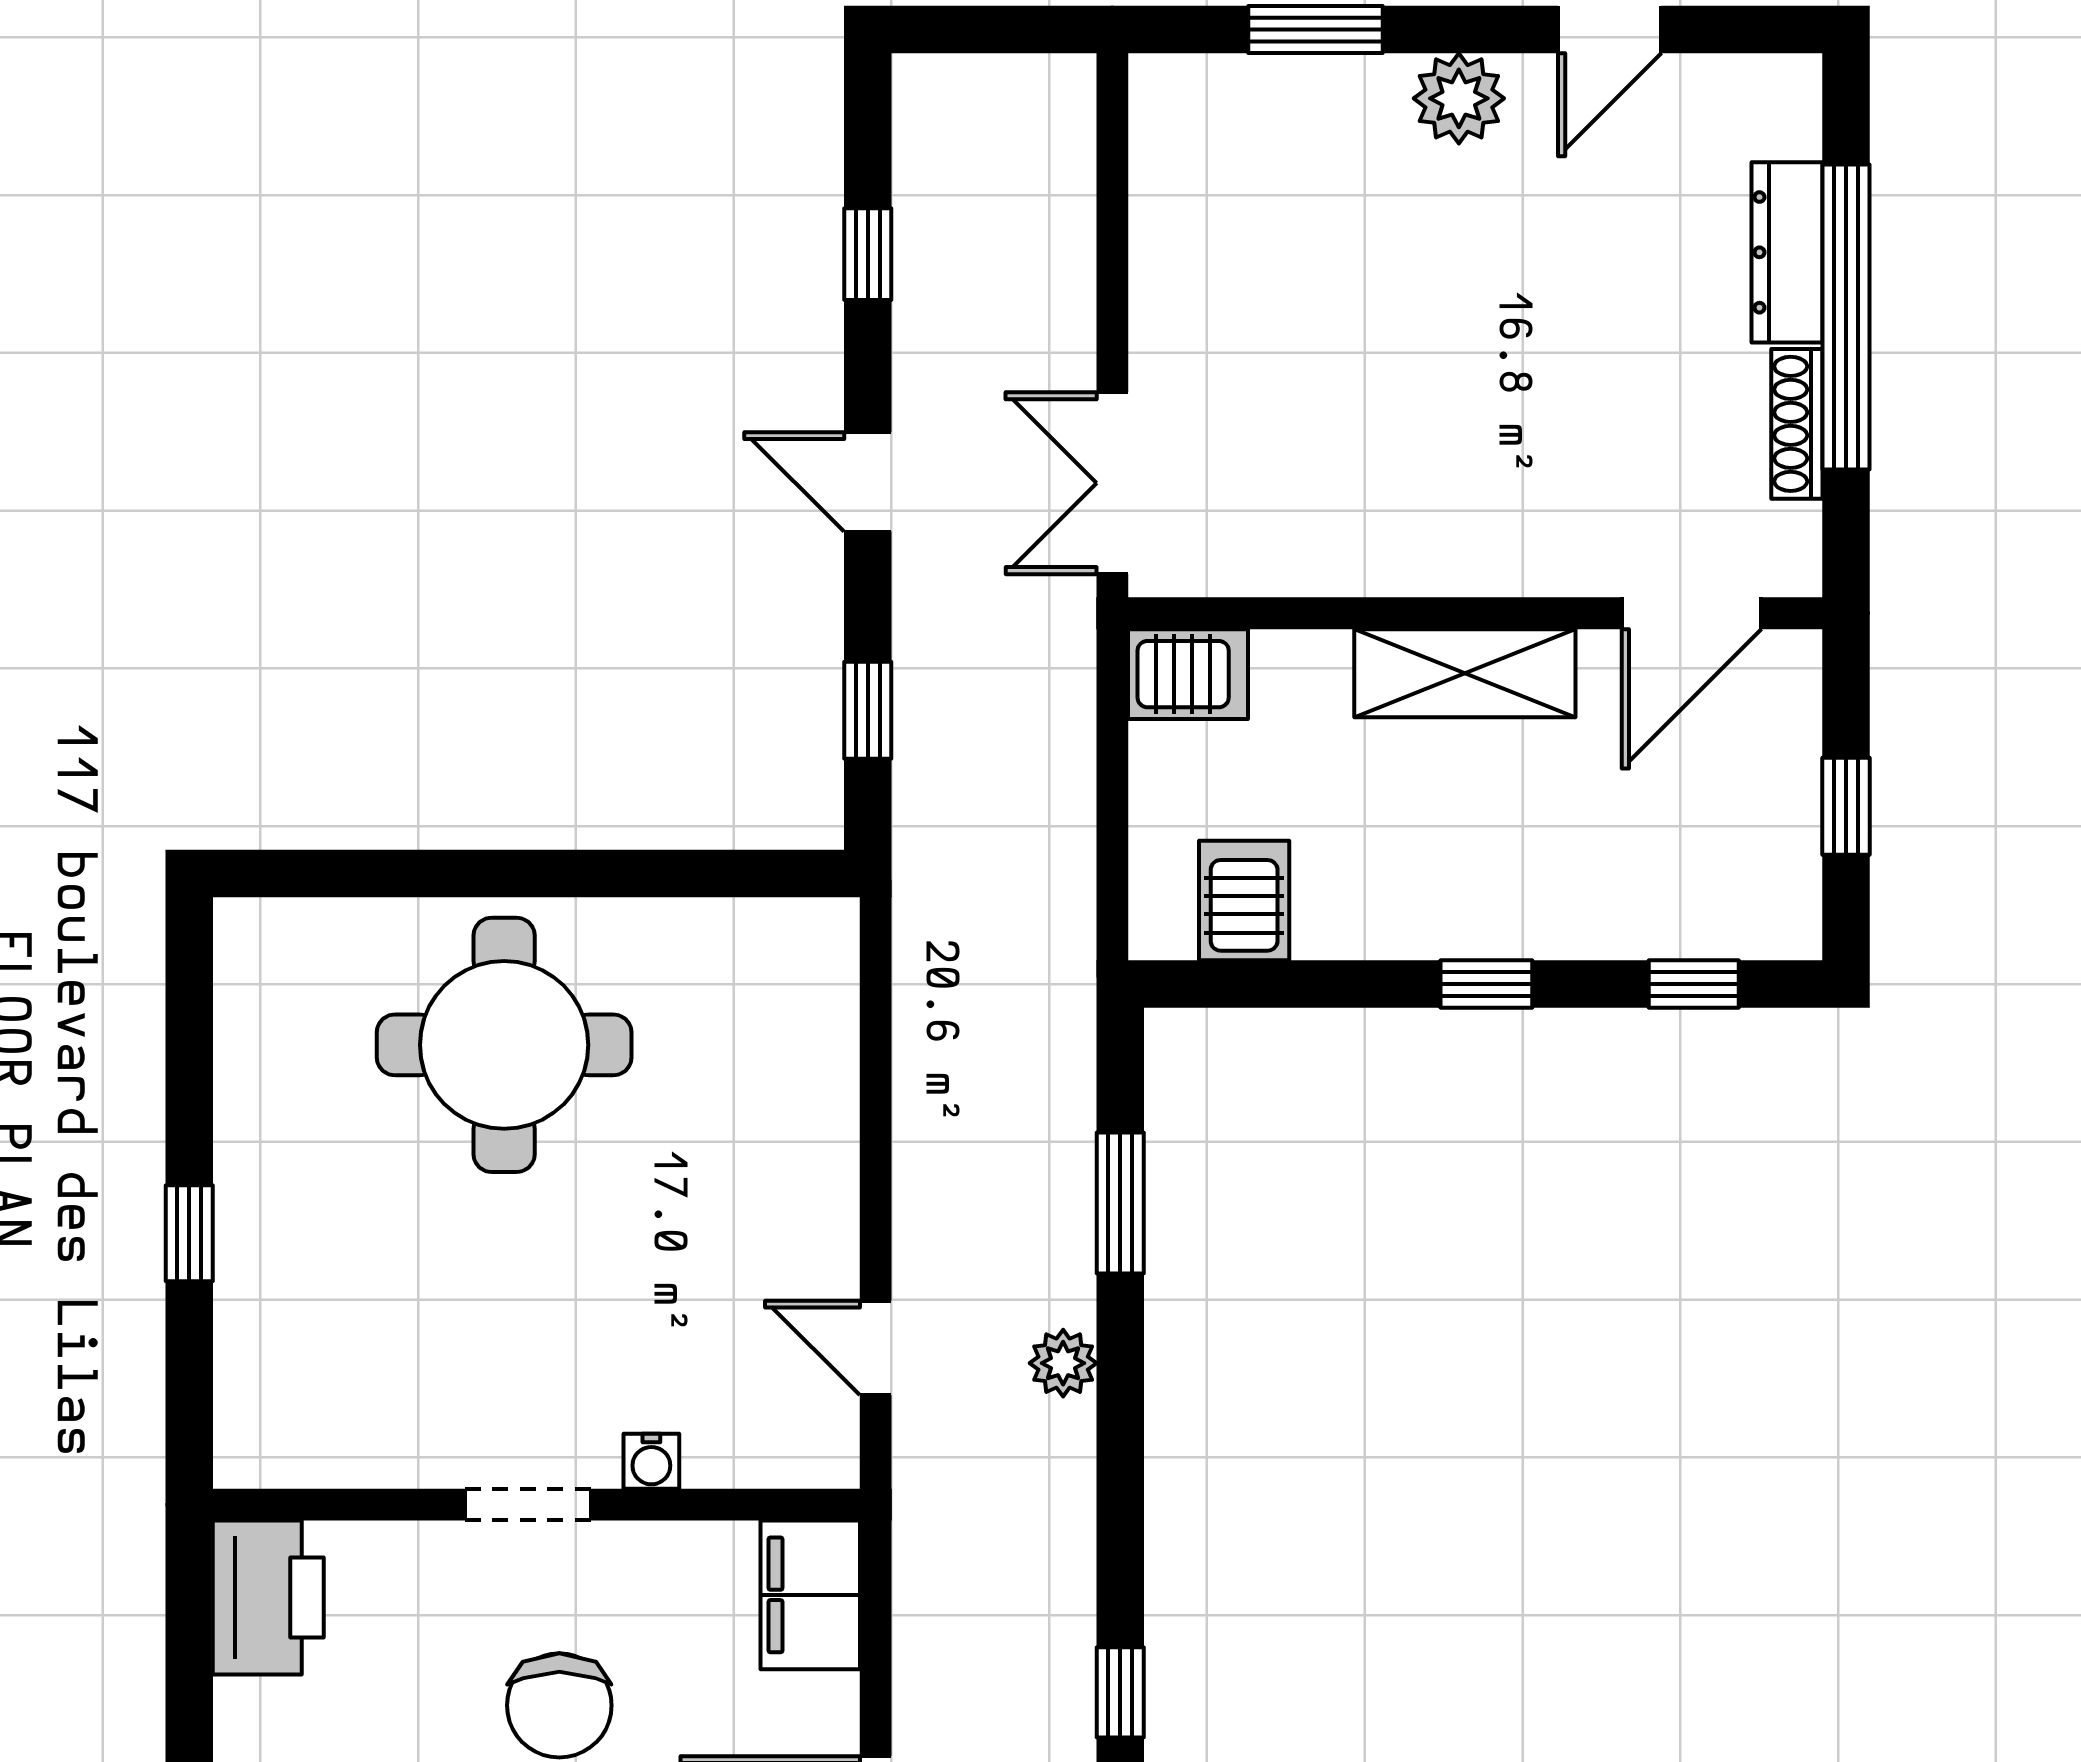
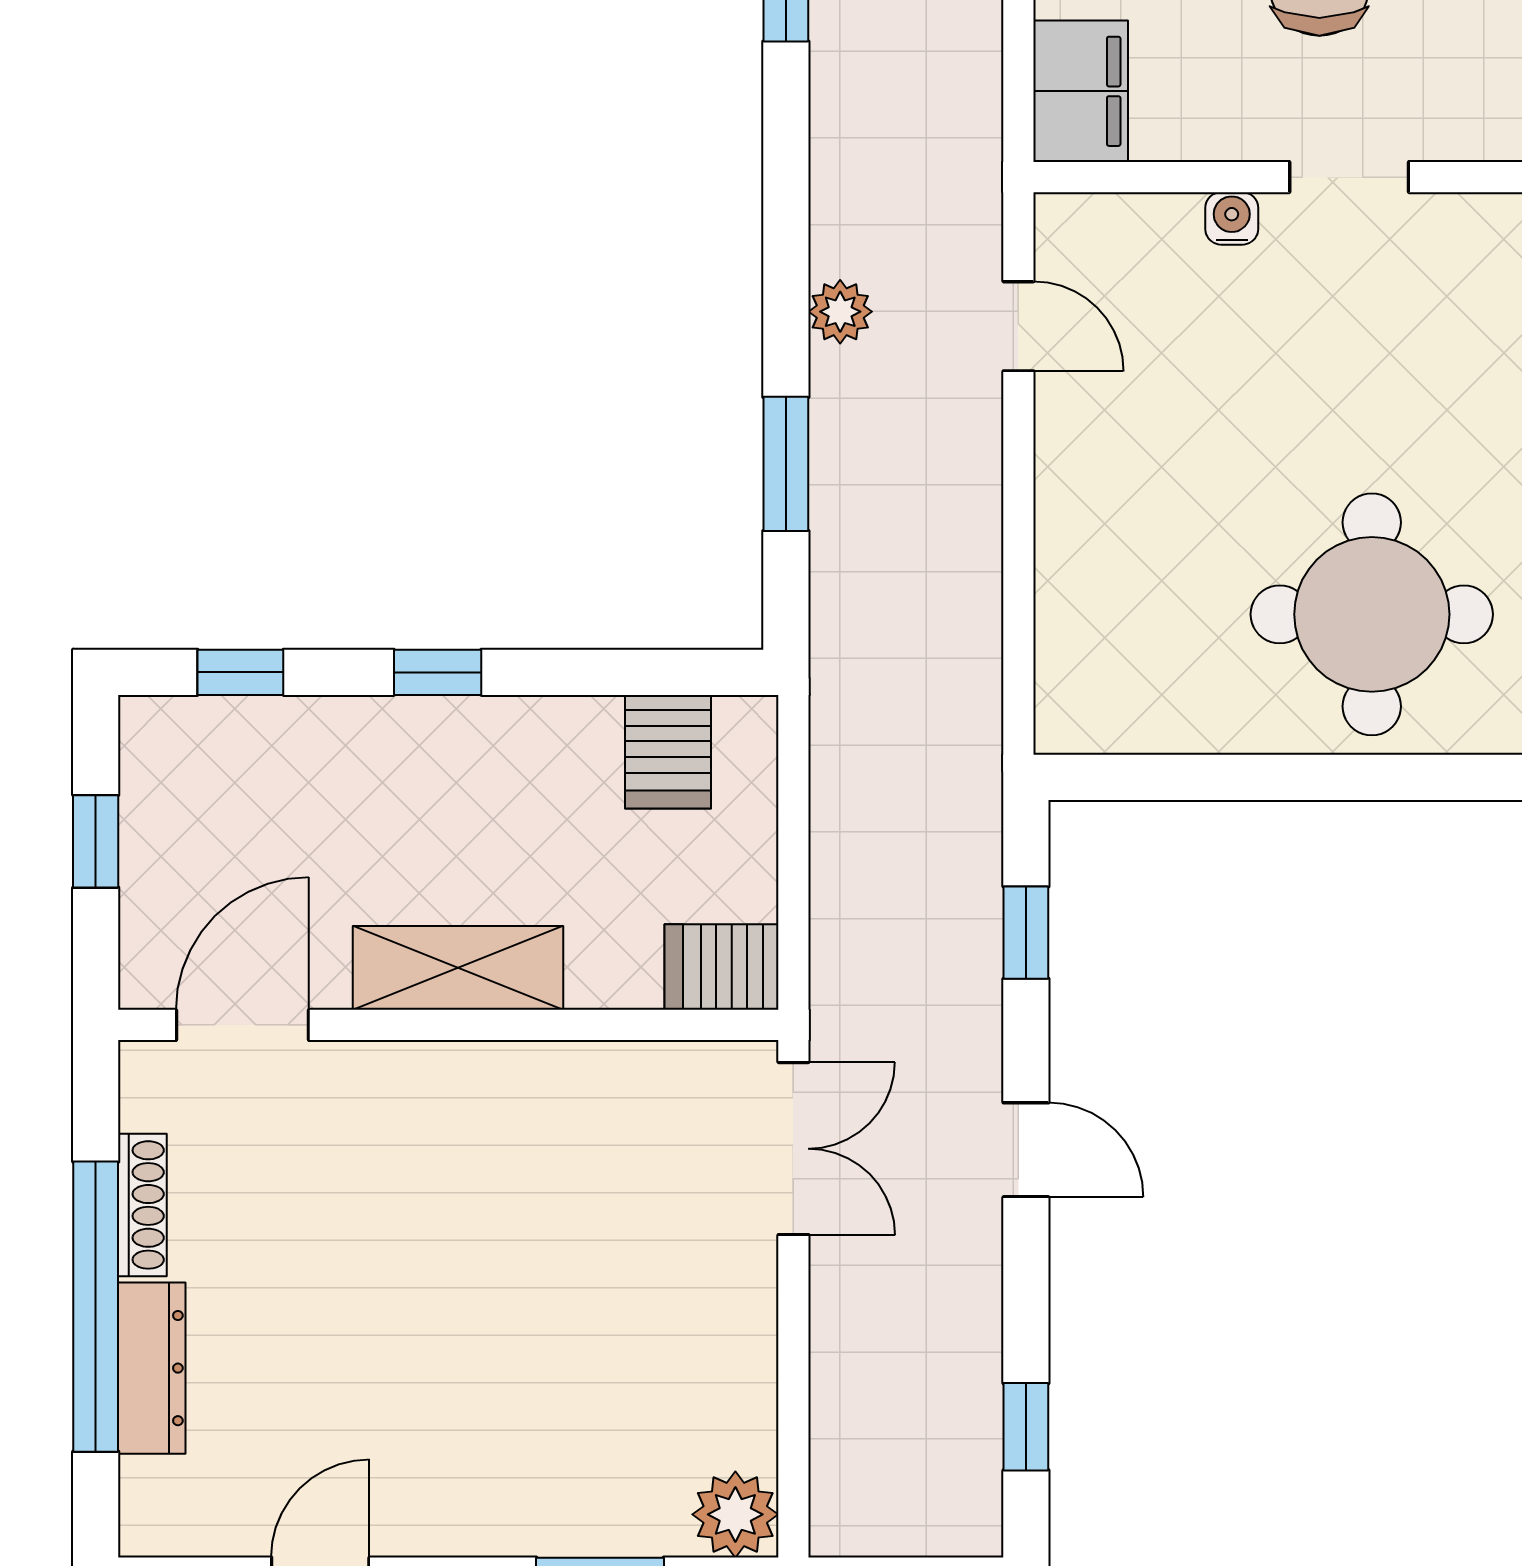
plant: (1459, 98) -> (735, 1514), moved
window: (868, 254) -> (1026, 1427), moved

